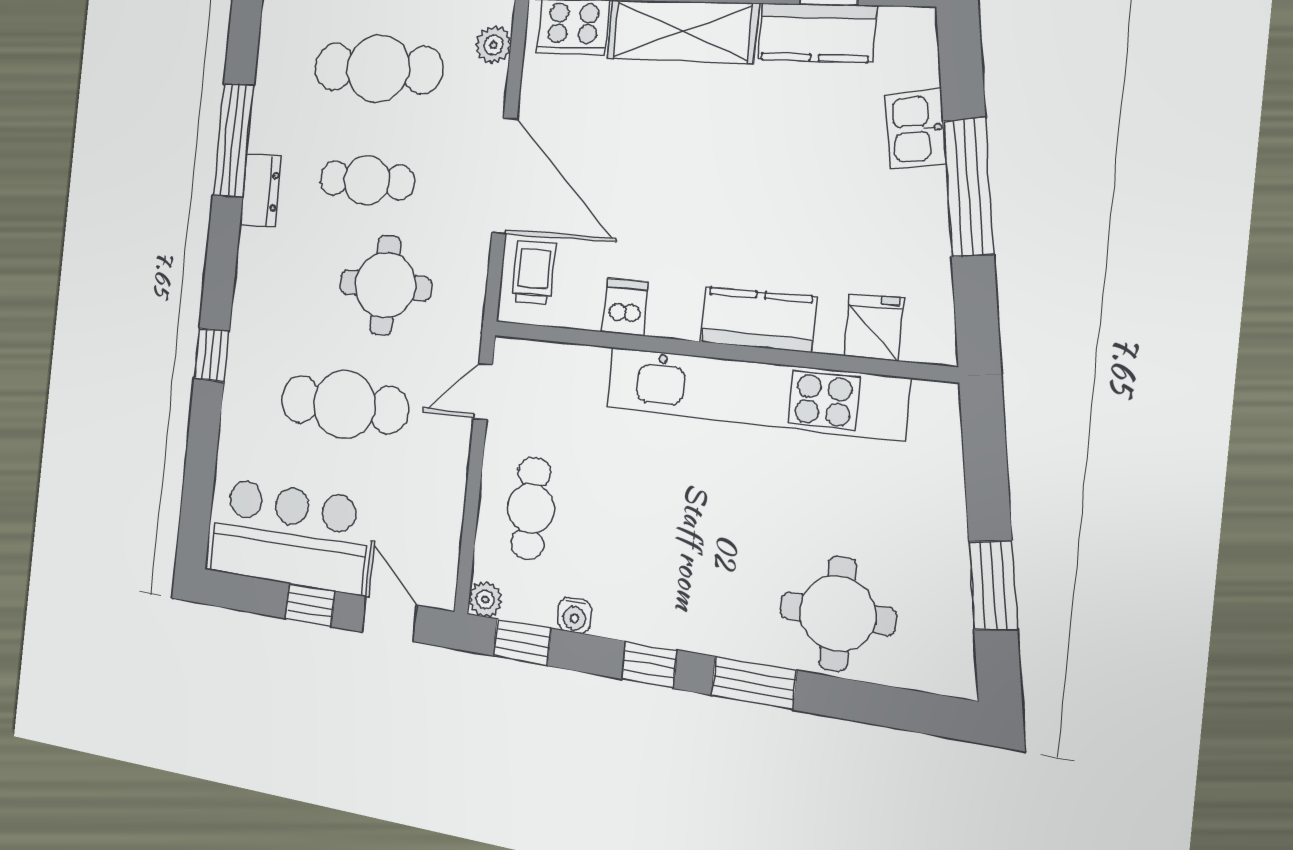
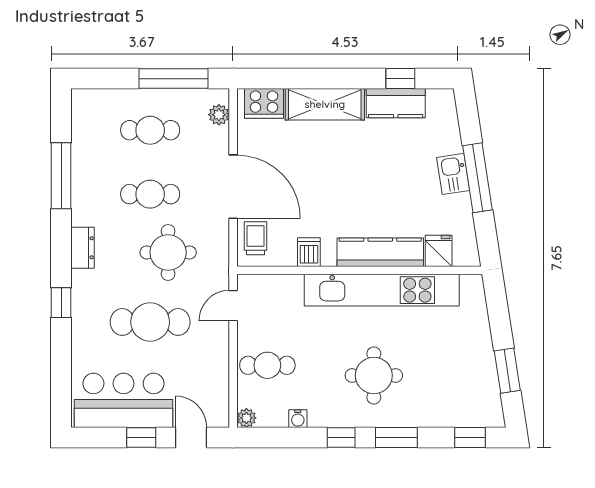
cafe table: (378, 68) -> (150, 130), width x0.73, depth x0.74
kitchen sink: (915, 129) -> (453, 174), moved
dresser: (261, 191) -> (83, 248), moved
kitchen counter: (758, 319) -> (380, 252), width x1.50
cafe table: (531, 508) -> (267, 365), turned 90
round table: (838, 613) -> (374, 375), moved
window: (522, 642) -> (470, 438), moved

